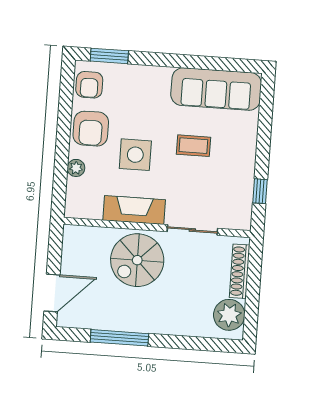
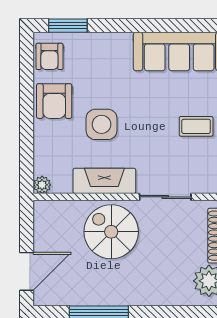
coffee table: (193, 146) -> (196, 126), moved
plant: (76, 168) -> (42, 185), moved
spiral stairs: (137, 260) -> (111, 232), turned 90

